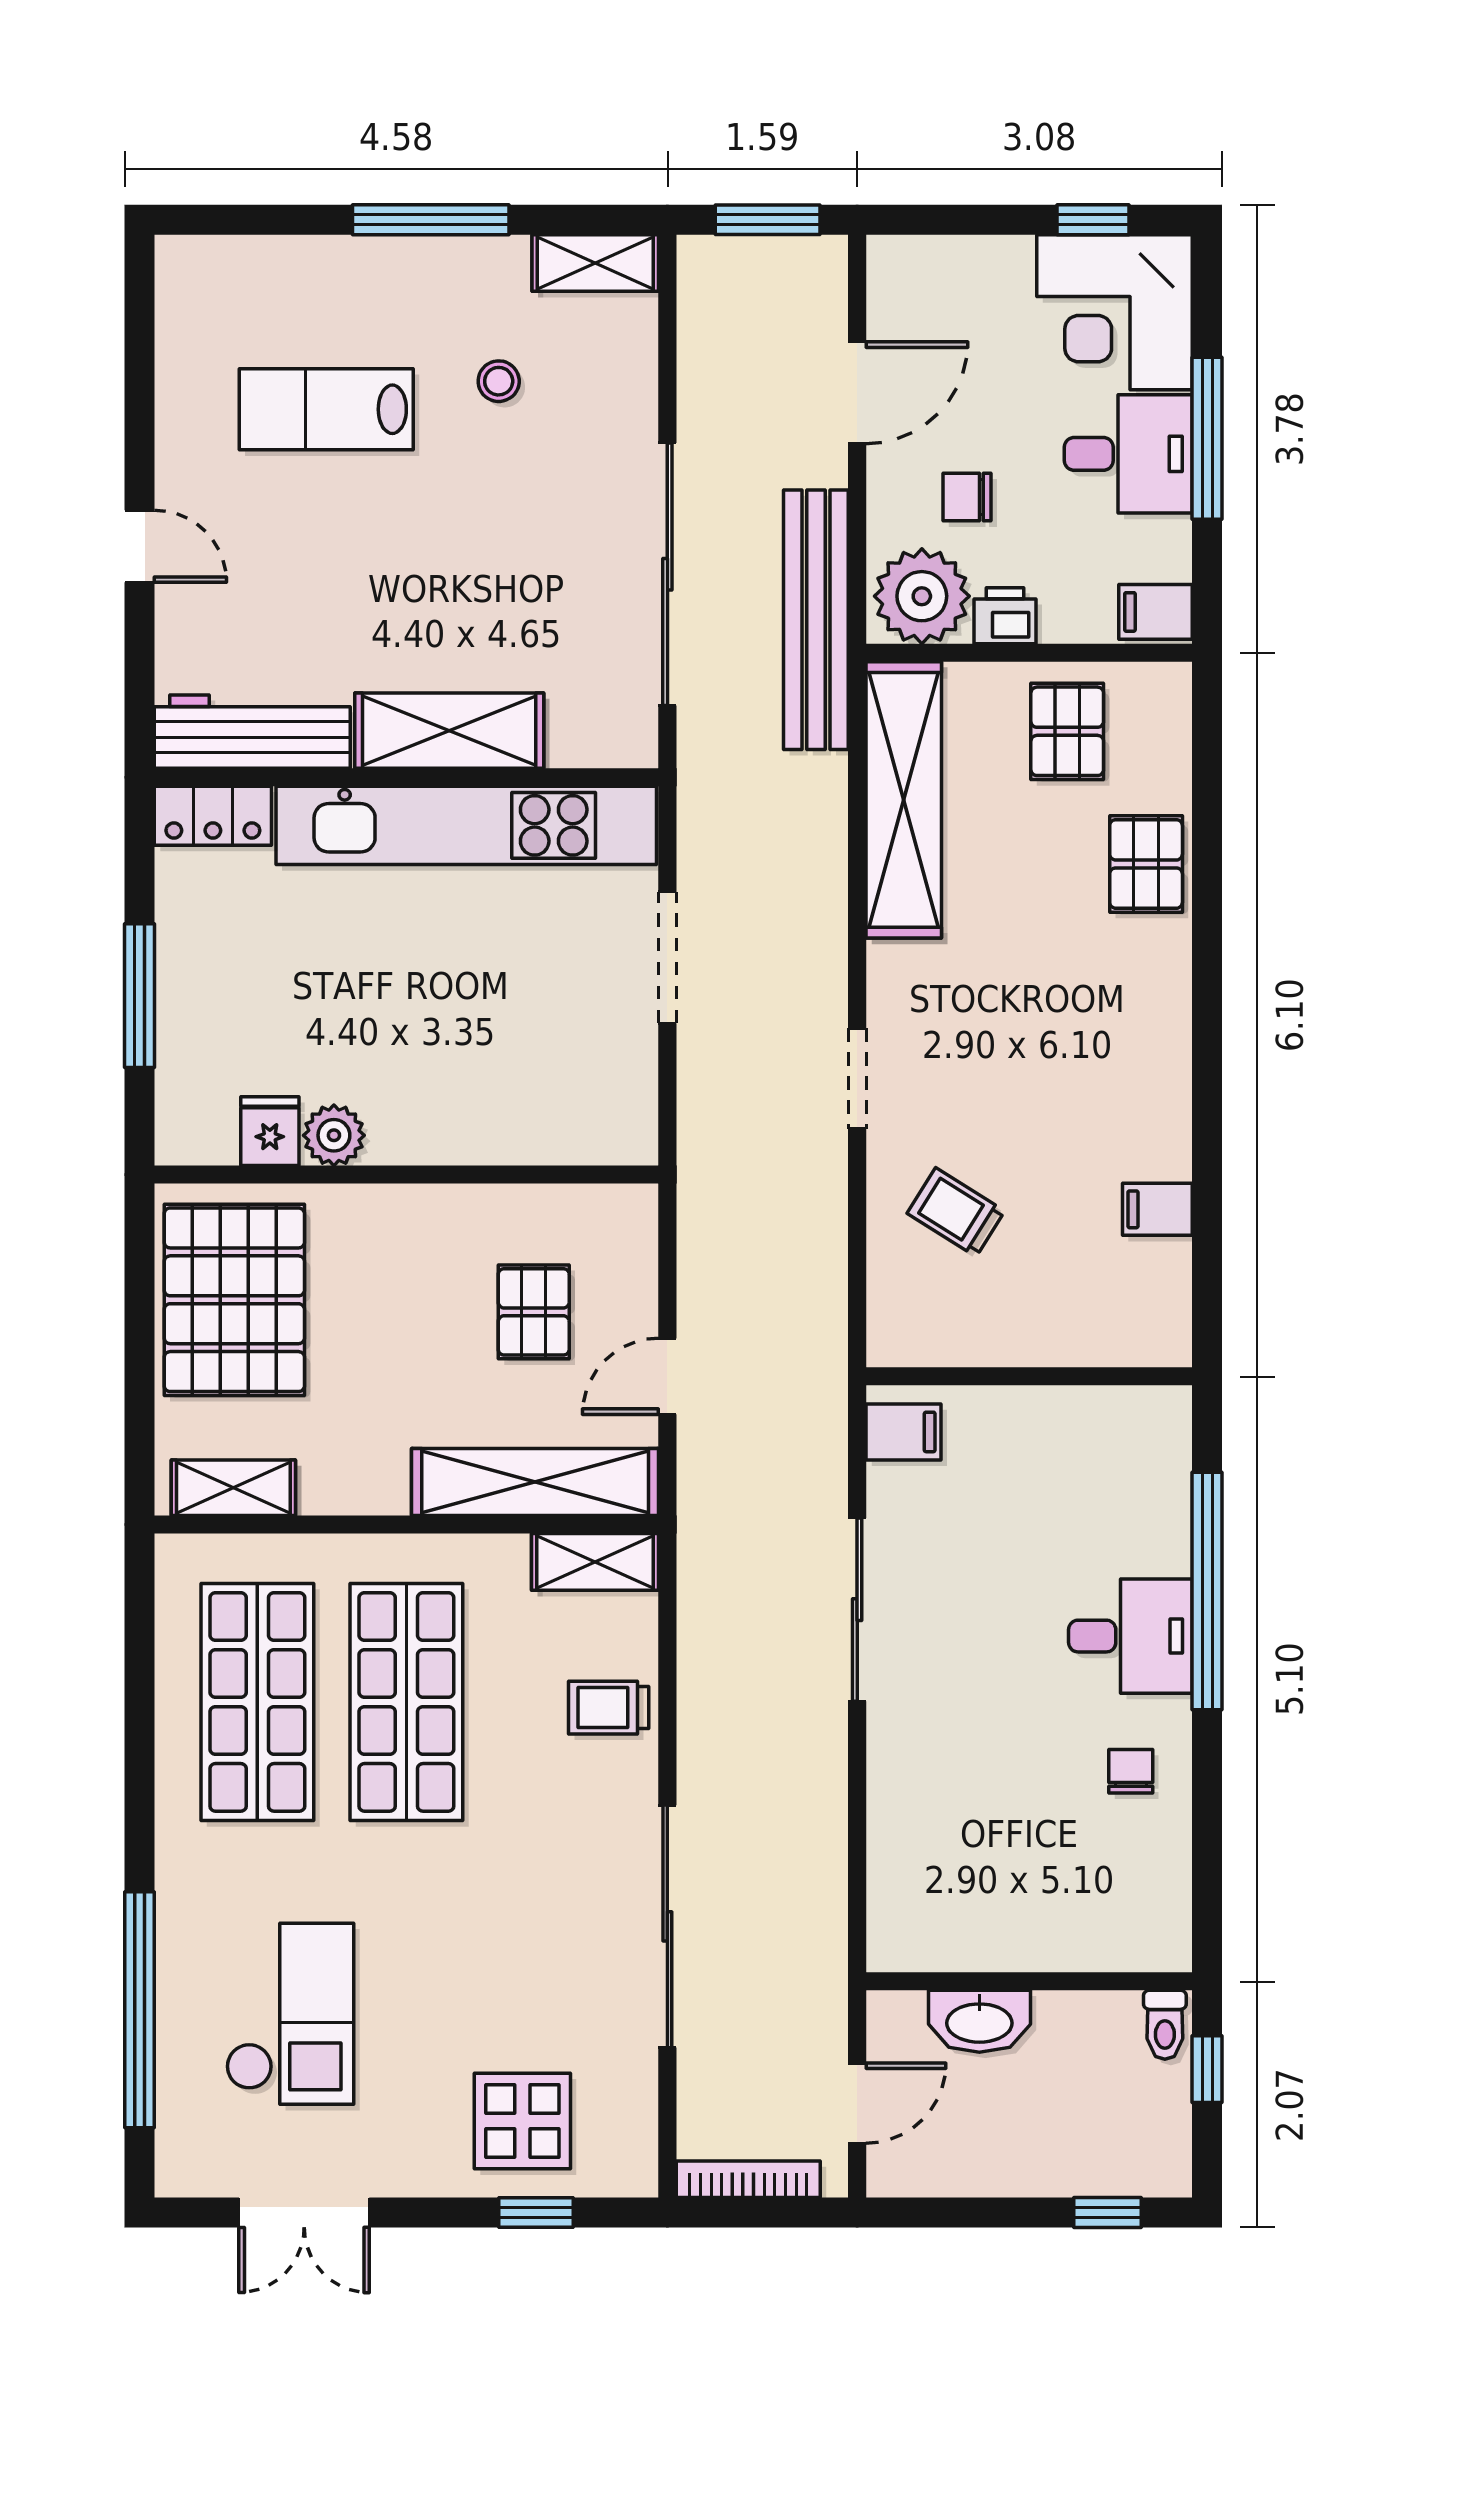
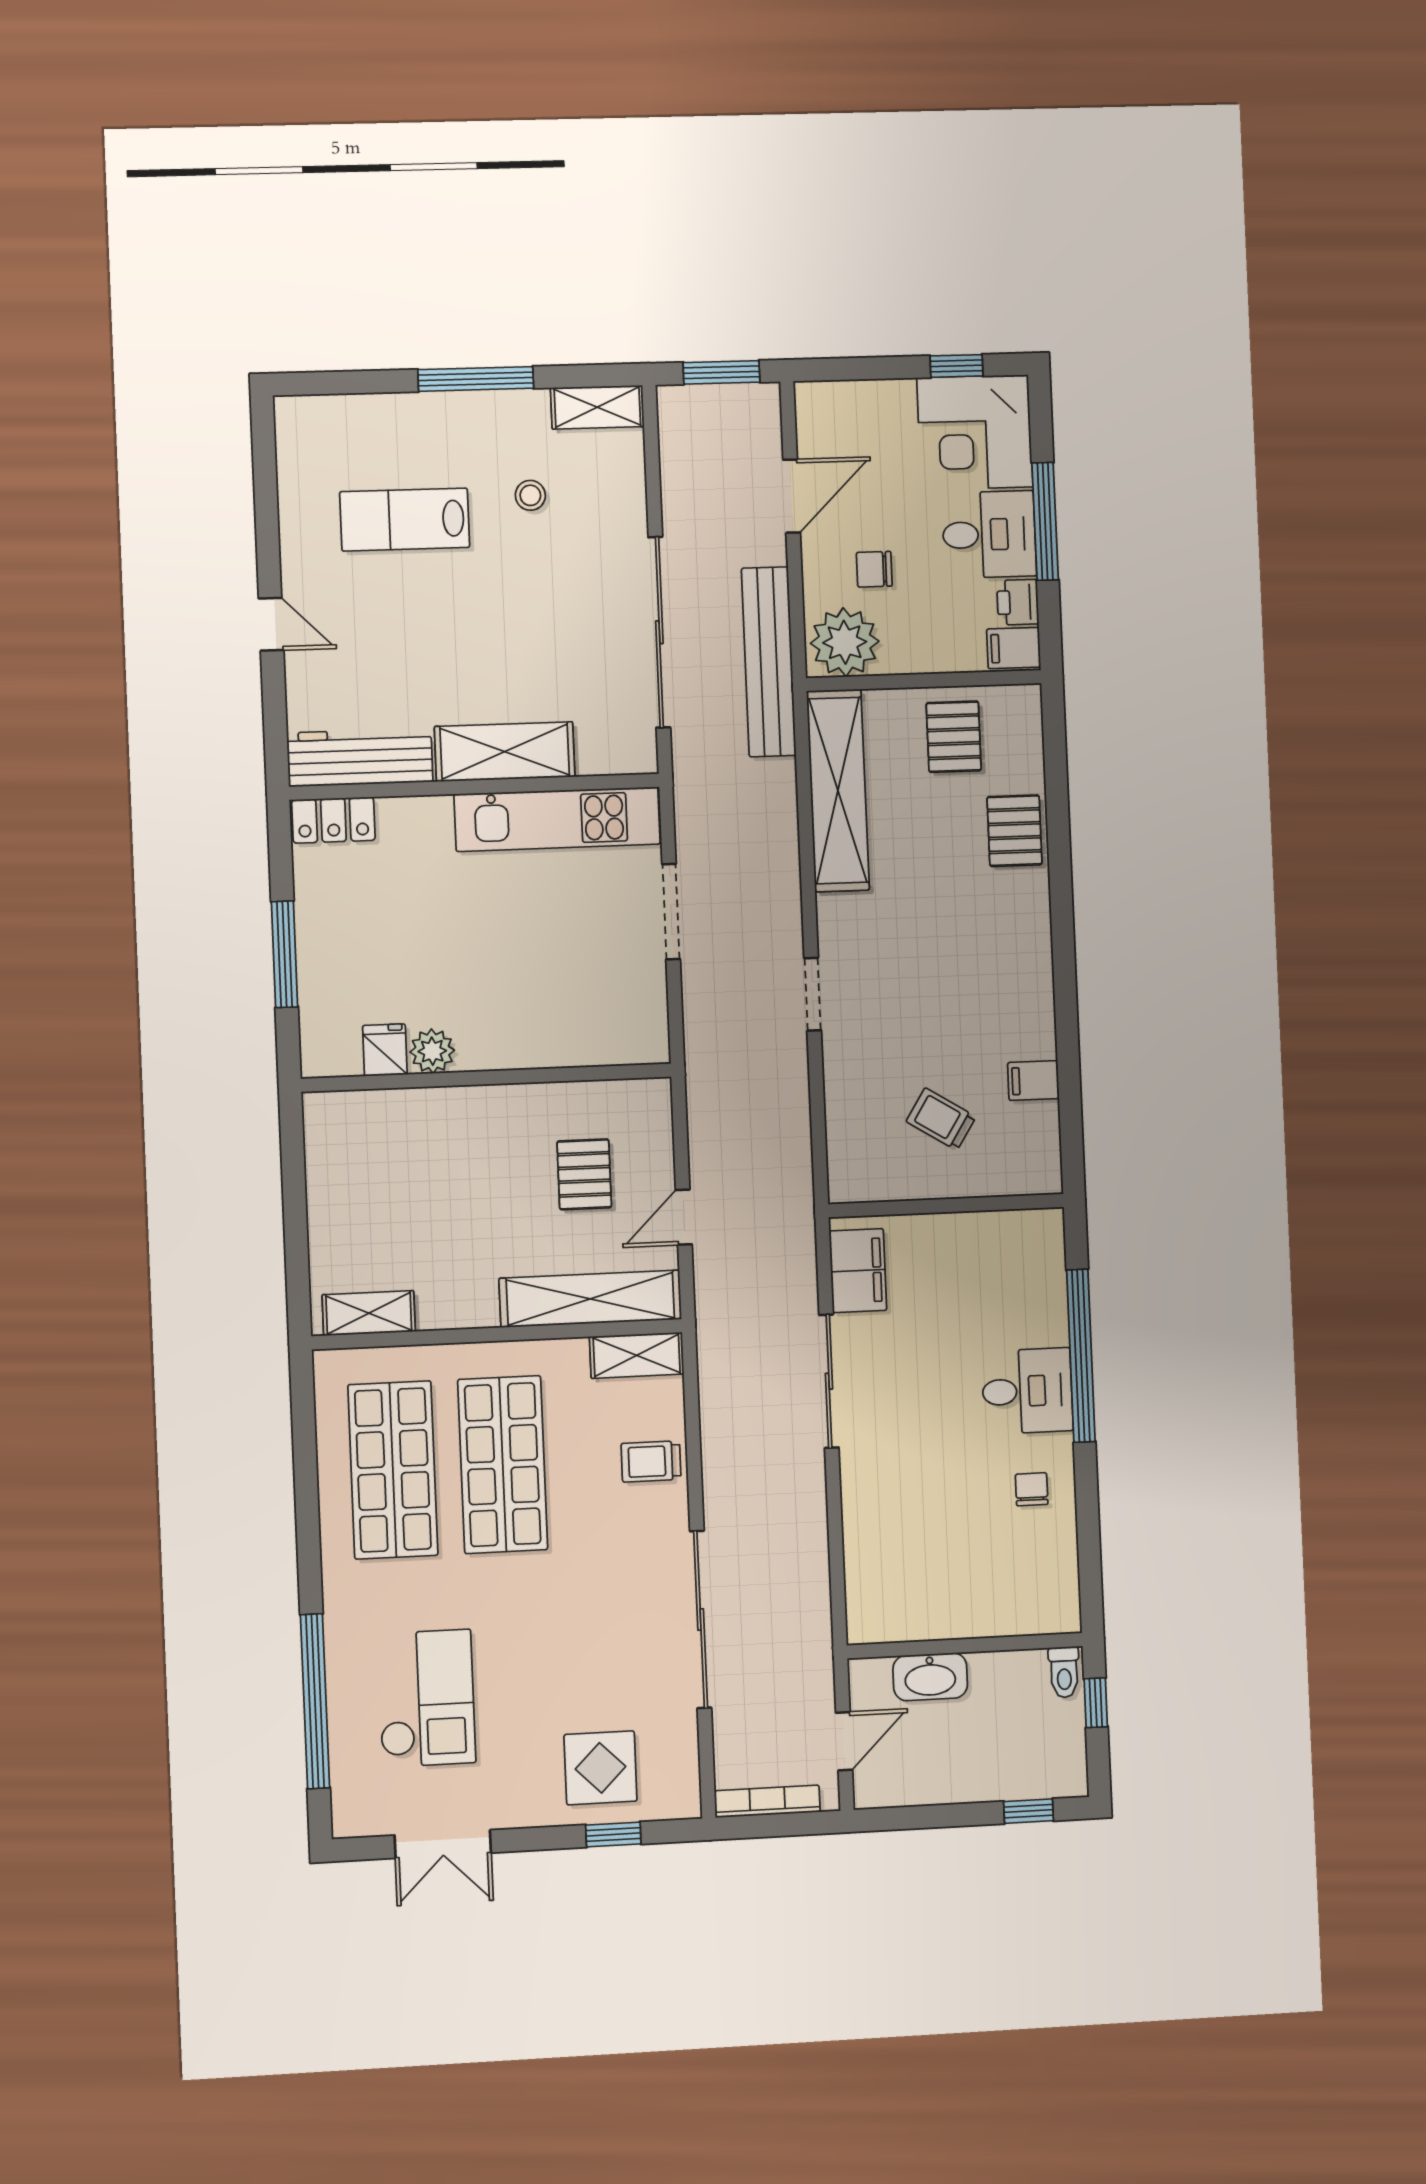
printer: (1005, 616) -> (1018, 602), moved, turned -90
kitchen unit: (466, 825) -> (557, 819), width x0.73
trolley: (956, 1212) -> (941, 1119), moved
pallet: (234, 1300) -> (364, 1175), removed
filing cabinet: (903, 1432) -> (858, 1271), width x2.00

